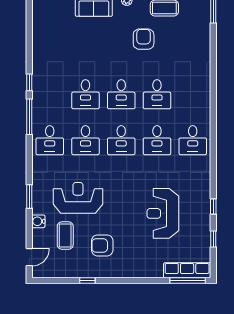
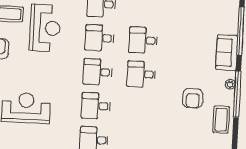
armchair: (144, 39) -> (193, 98), turned 90
desk: (157, 94) -> (139, 108), removed

